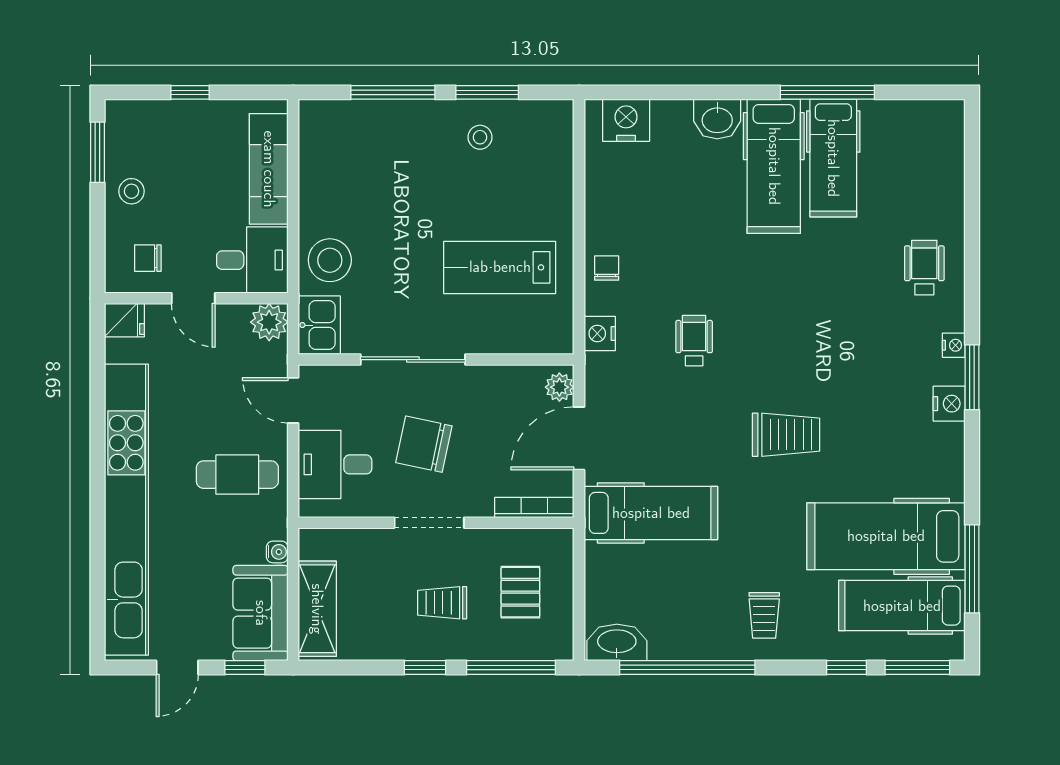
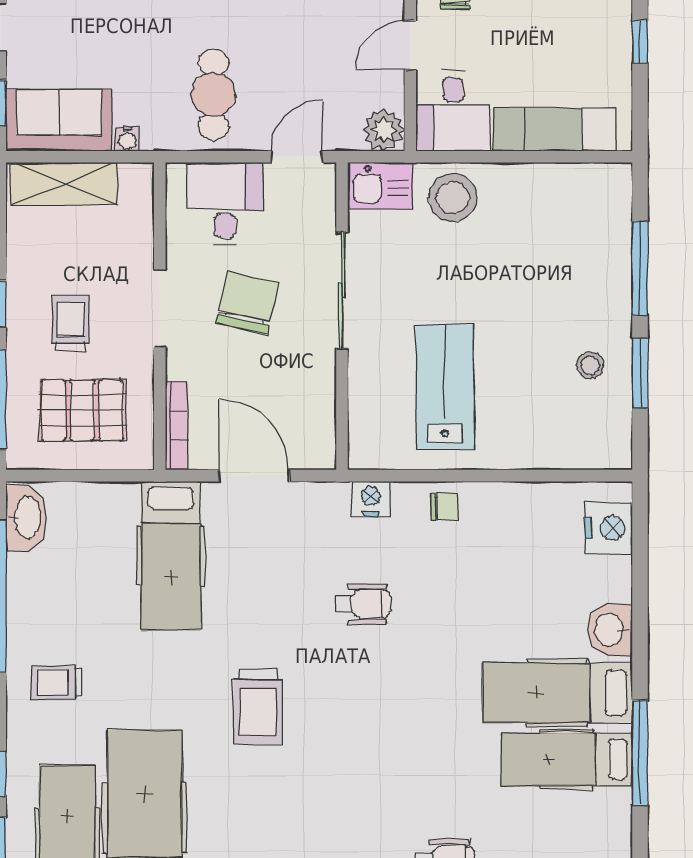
plant: (559, 387) -> (311, 454), removed
pallet: (520, 592) -> (82, 410), width x1.50, depth x1.42

